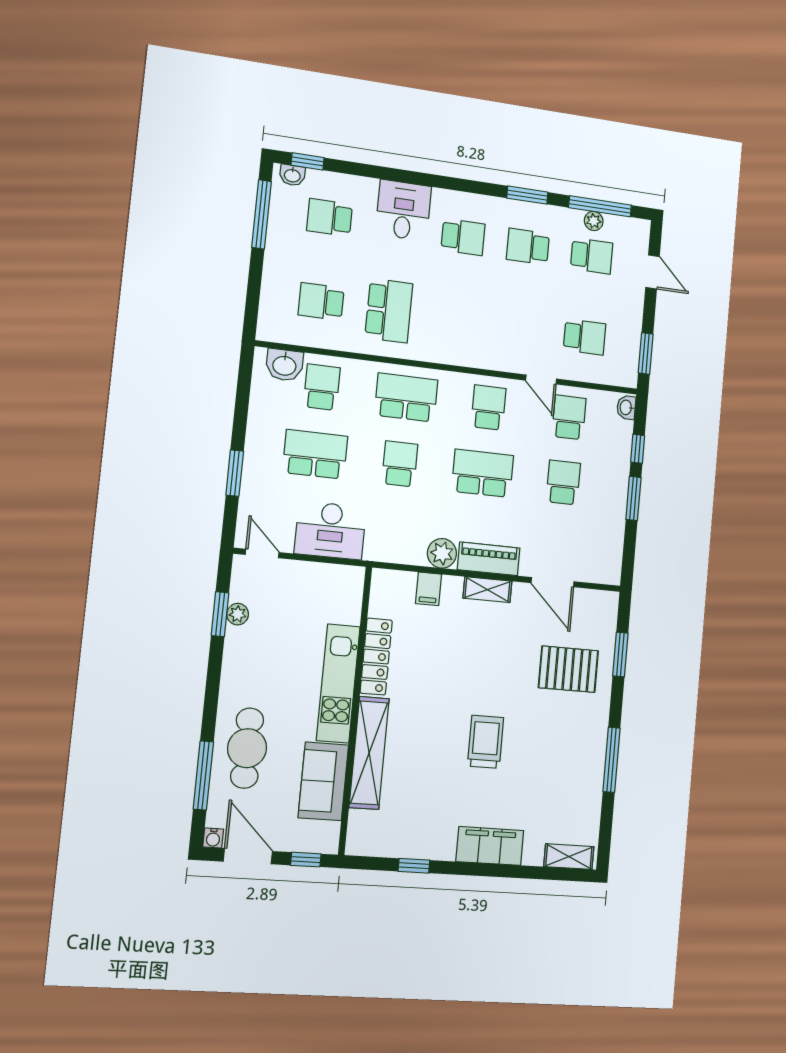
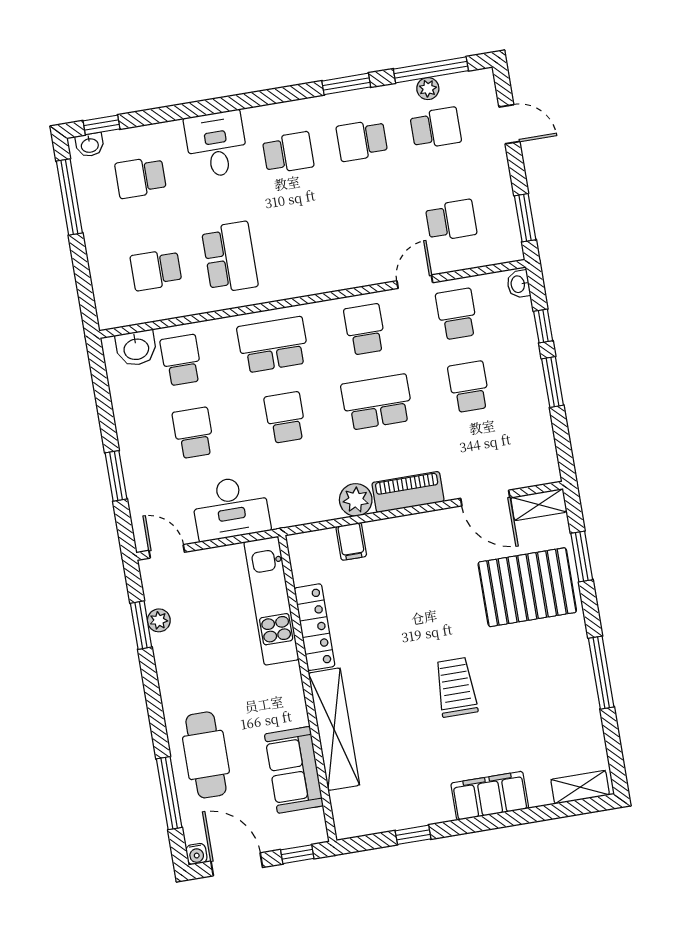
door: (541, 380) -> (415, 282), swing flipped
school desk: (315, 454) -> (193, 433), width x0.54
shelving: (487, 590) -> (539, 505), moved
pallet: (568, 669) -> (527, 587), width x1.37, depth x1.41
kitchen unit: (338, 683) -> (271, 601), moved

